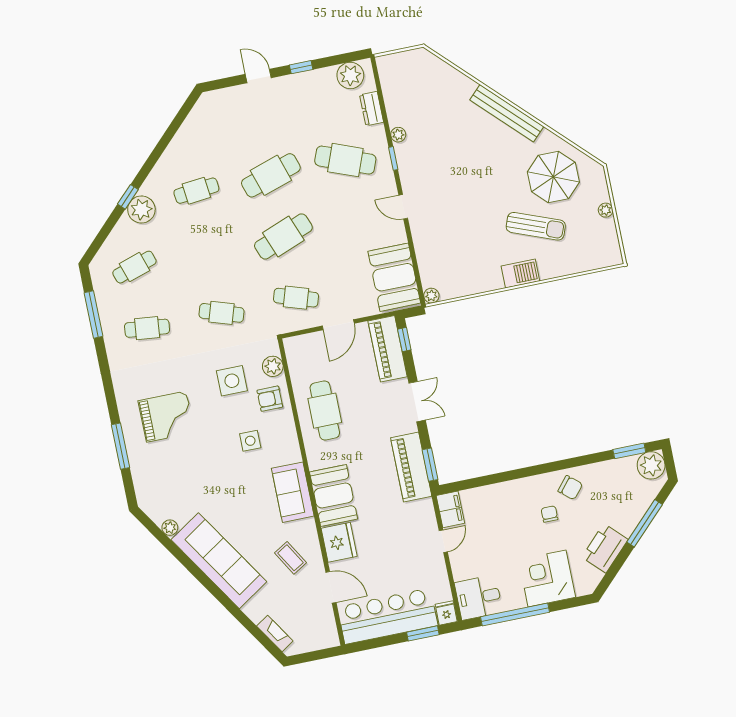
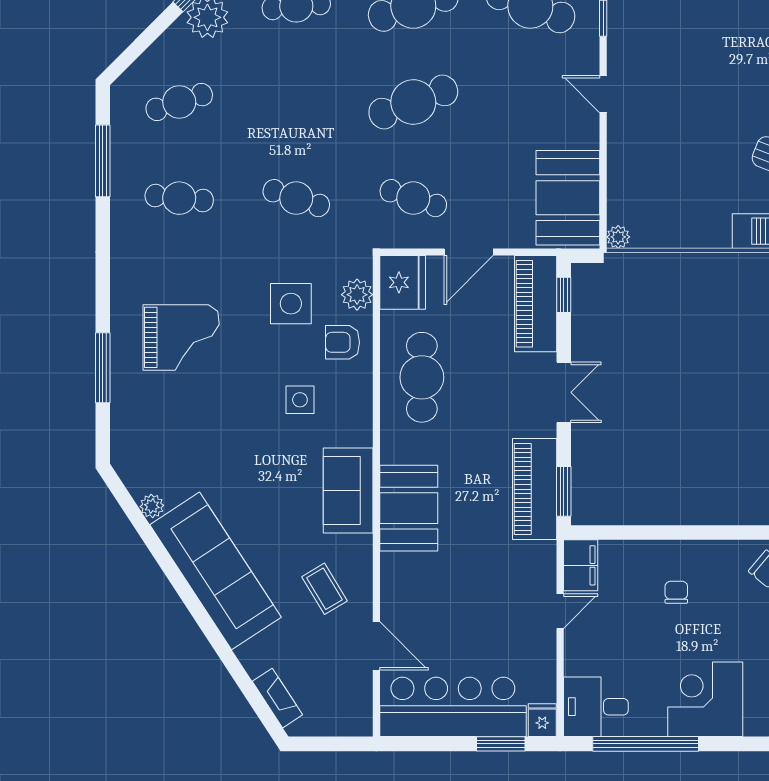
chair: (549, 514) -> (676, 592), moved
fridge: (339, 542) -> (403, 282), moved

